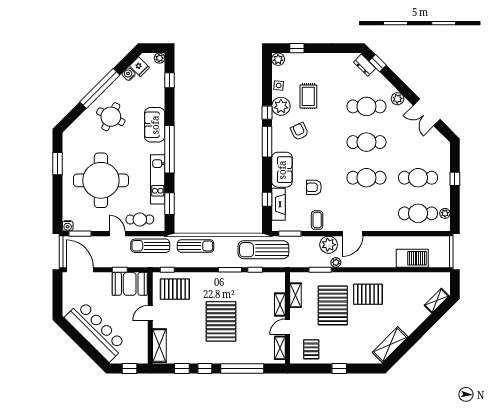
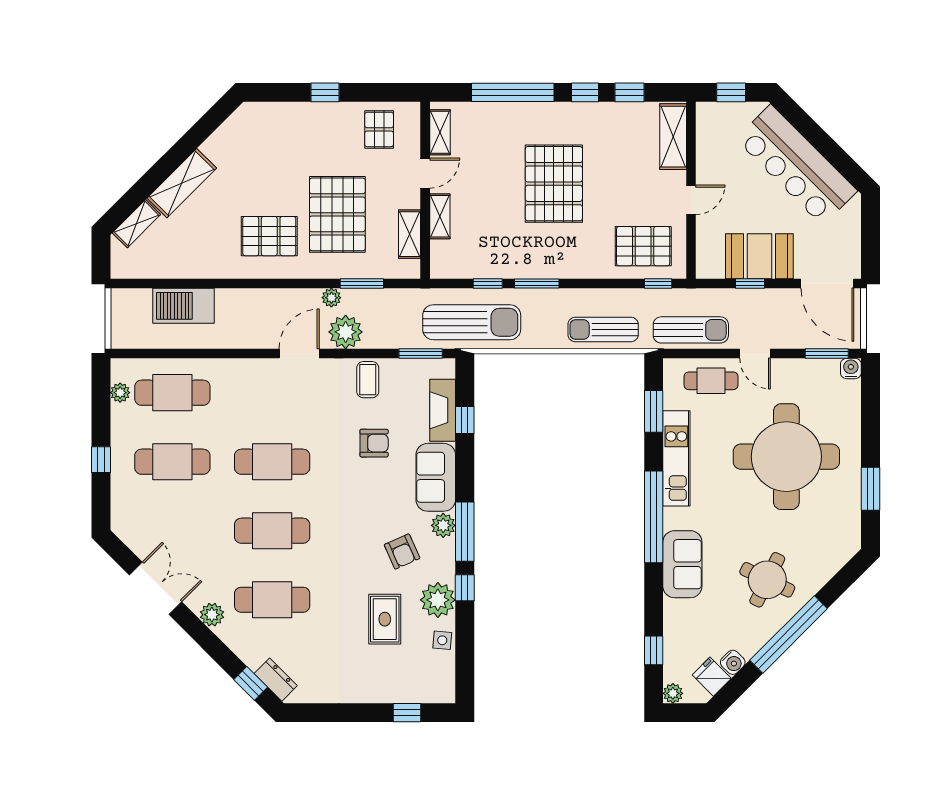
plant: (278, 59) -> (443, 525), moved
booth: (130, 284) -> (759, 256), moved
shelving: (390, 345) -> (182, 183), moved

